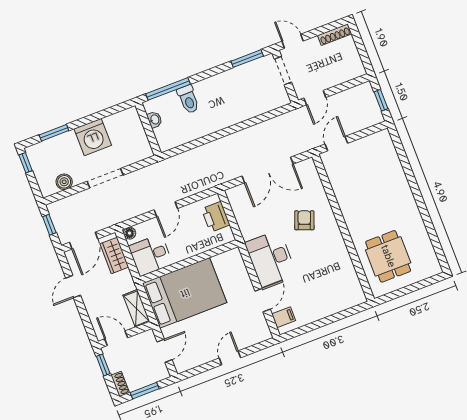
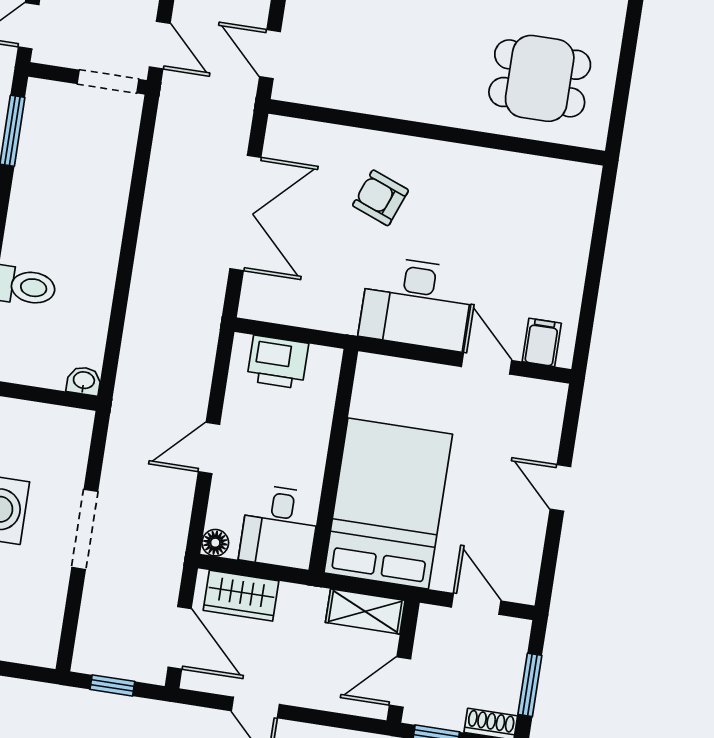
doorway: (283, 71) -> (108, 81), moved
washbasin: (155, 120) -> (84, 381), moved
boiler: (64, 182) -> (47, 611), removed
door: (166, 209) -> (209, 448), swing flipped

